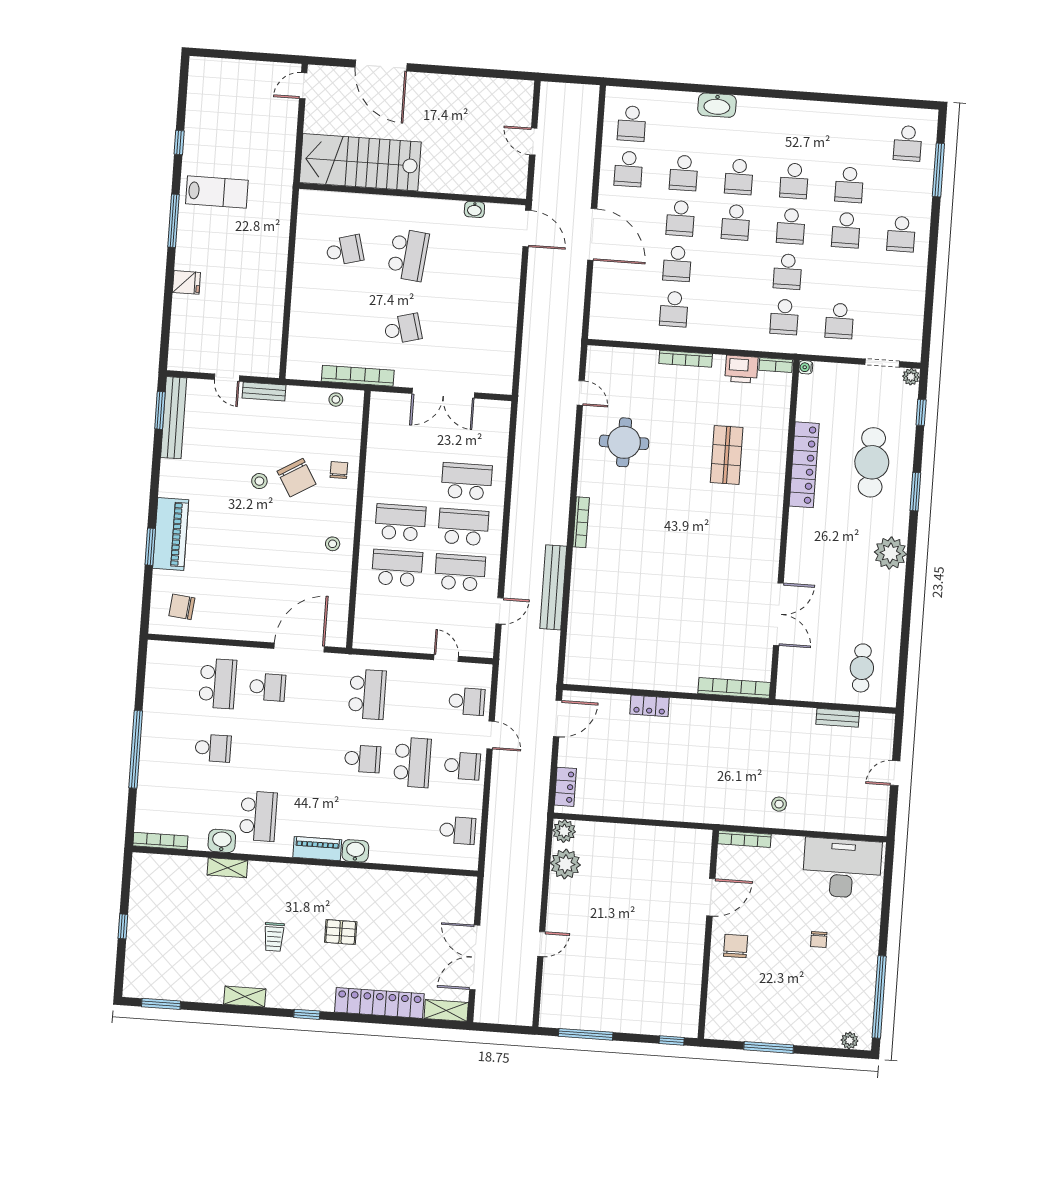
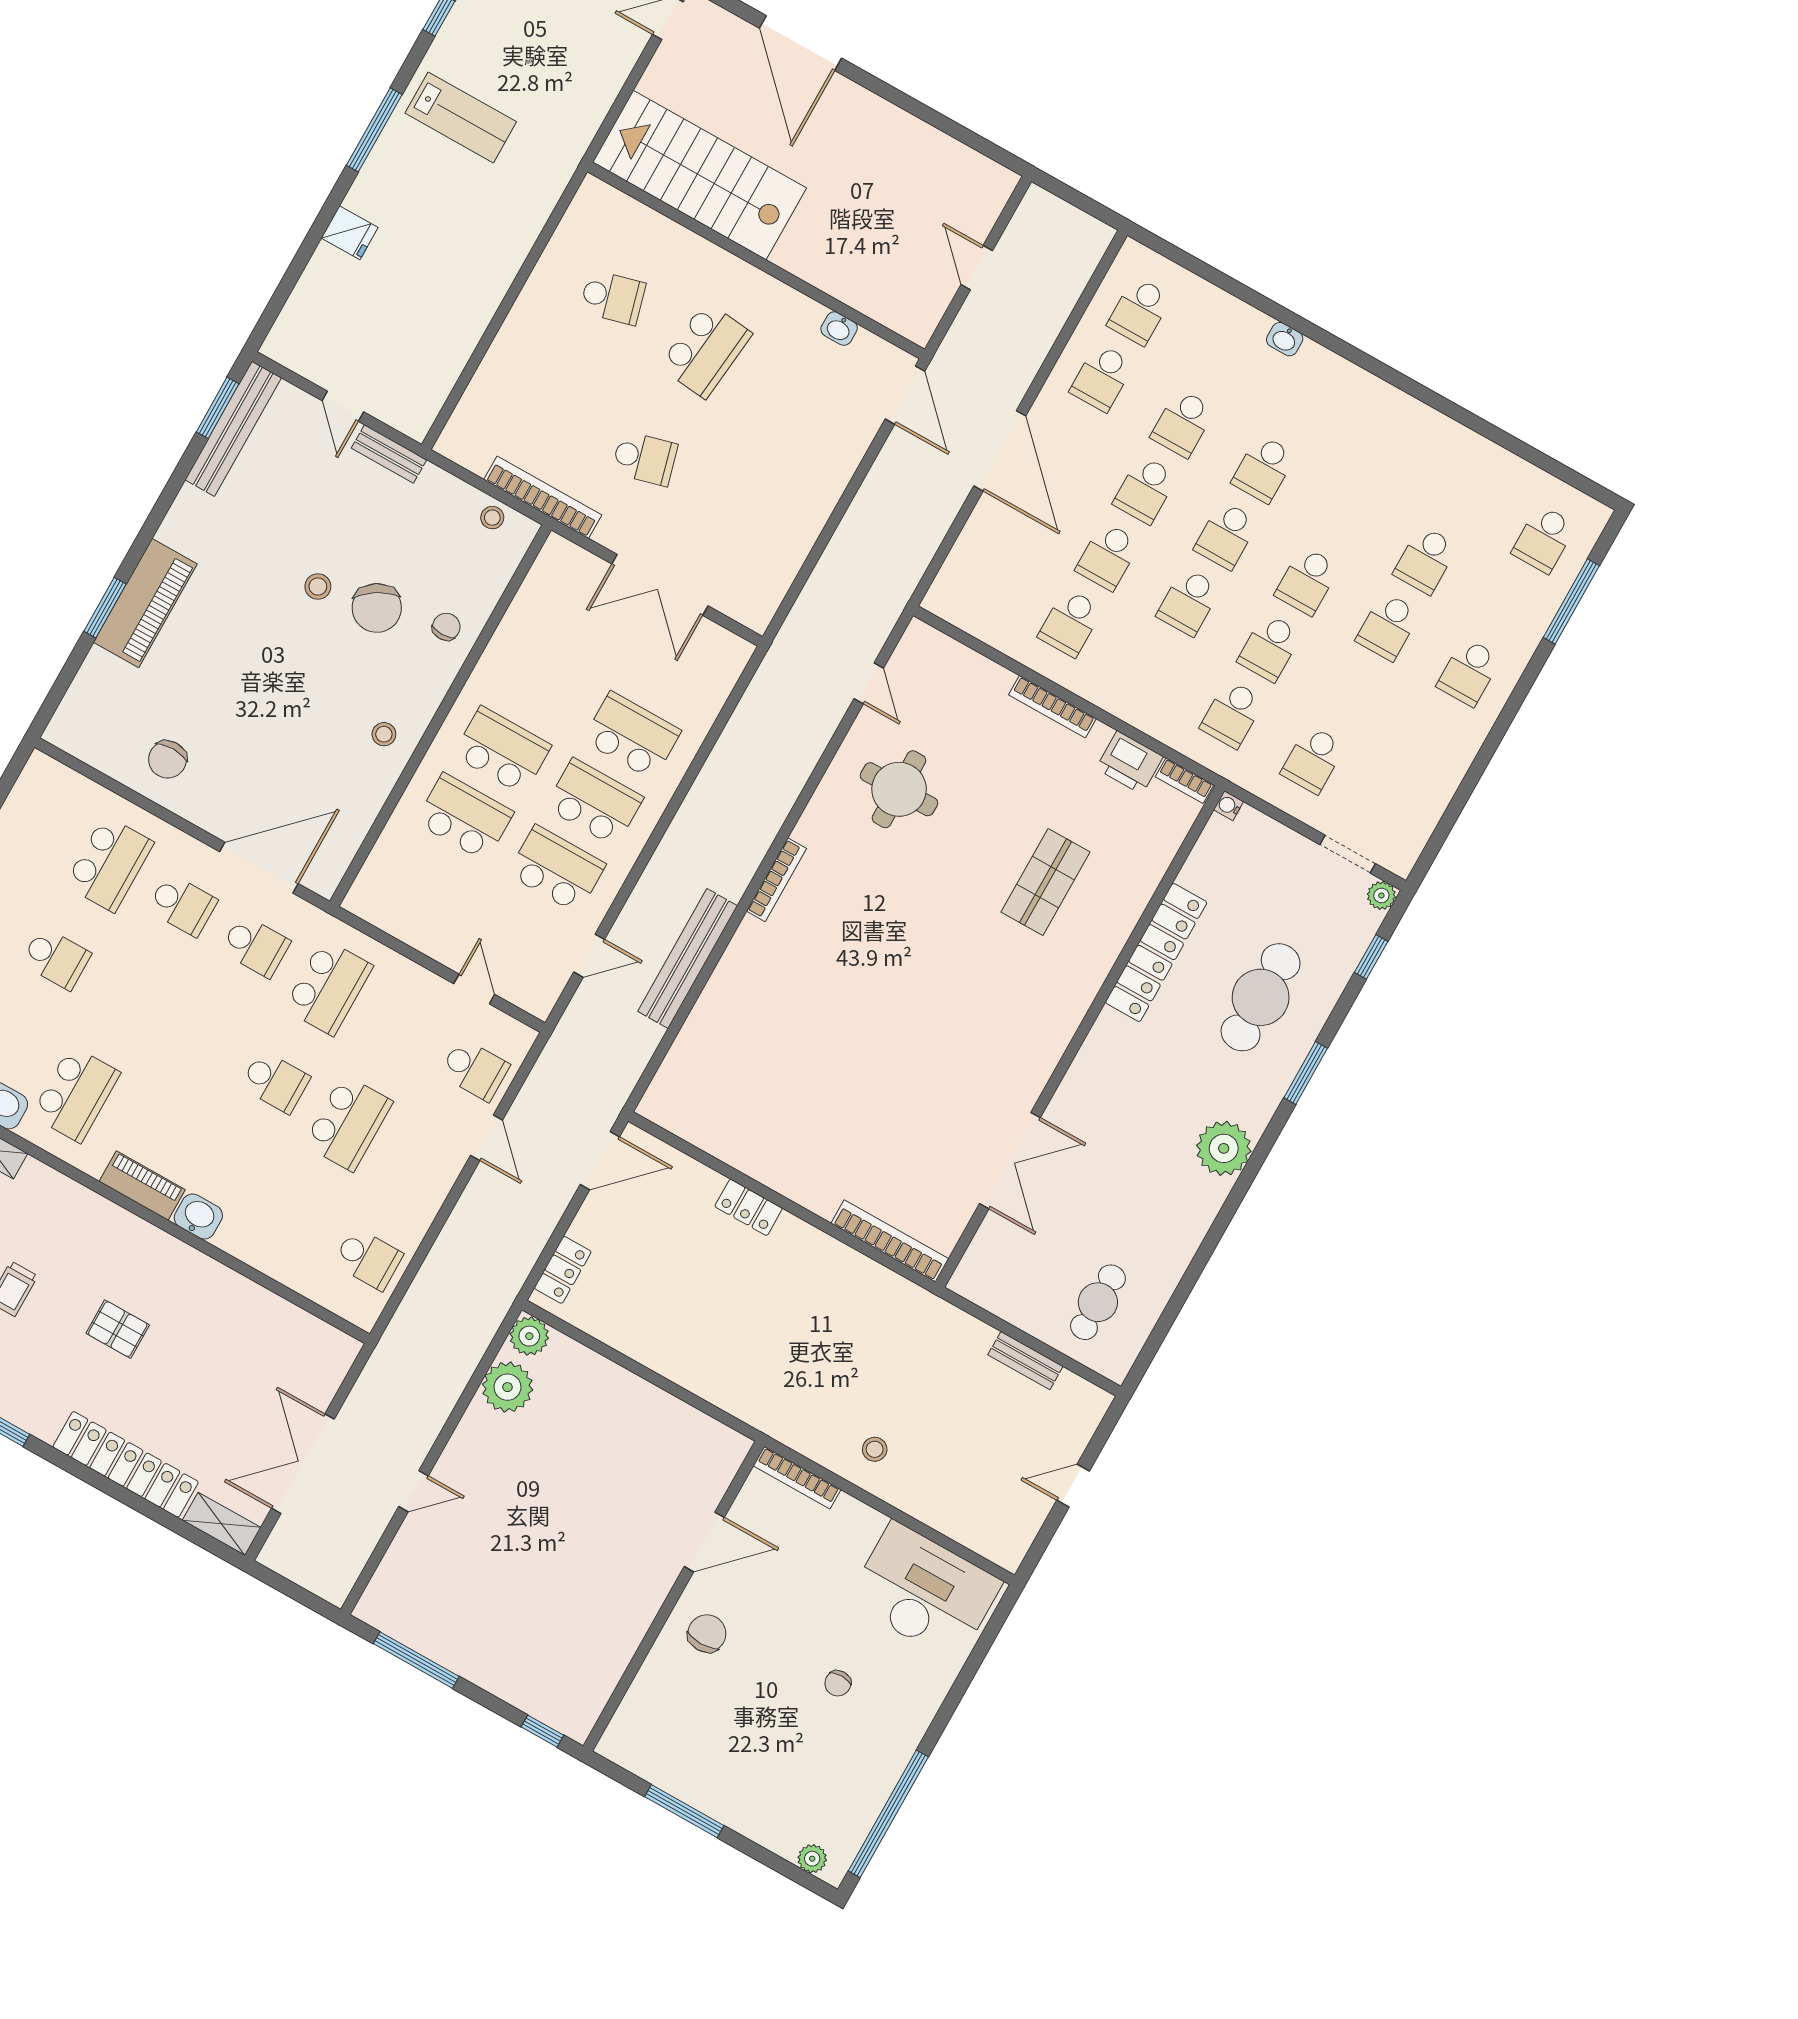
washbasin: (717, 105) -> (1285, 339), width x0.52, depth x0.69
school desk: (794, 181) -> (1189, 602), moved
chair: (182, 607) -> (168, 759), moved, turned -96
school desk: (462, 766) -> (255, 946), moved

